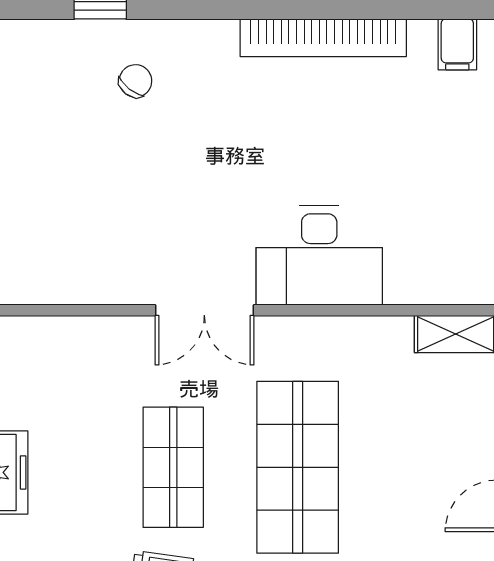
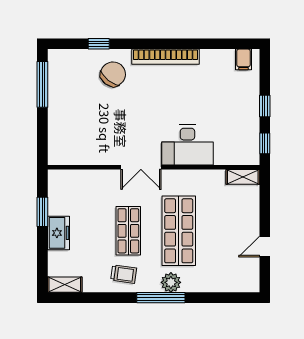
bookcase: (323, 38) -> (166, 57), moved
chair: (135, 81) -> (113, 74), width x1.87, depth x1.87

